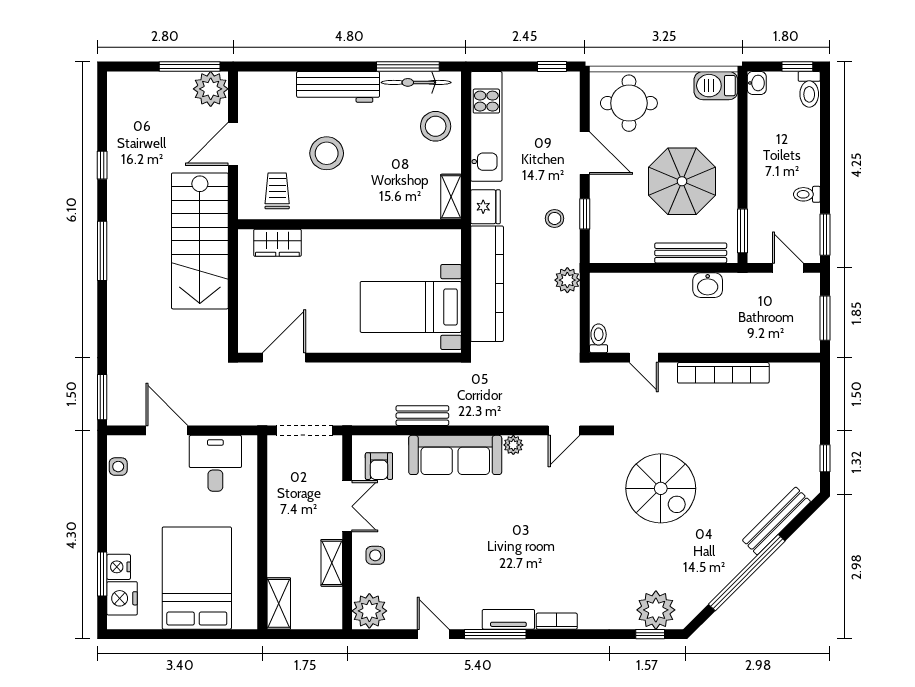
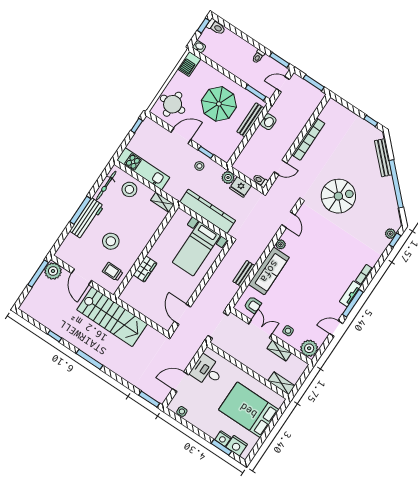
window: (408, 67) -> (80, 210), moved
fridge: (486, 207) -> (240, 187), moved, turned 180
wardrobe: (277, 243) -> (145, 269), moved
plant: (656, 610) -> (390, 234), width x0.53, depth x0.53

